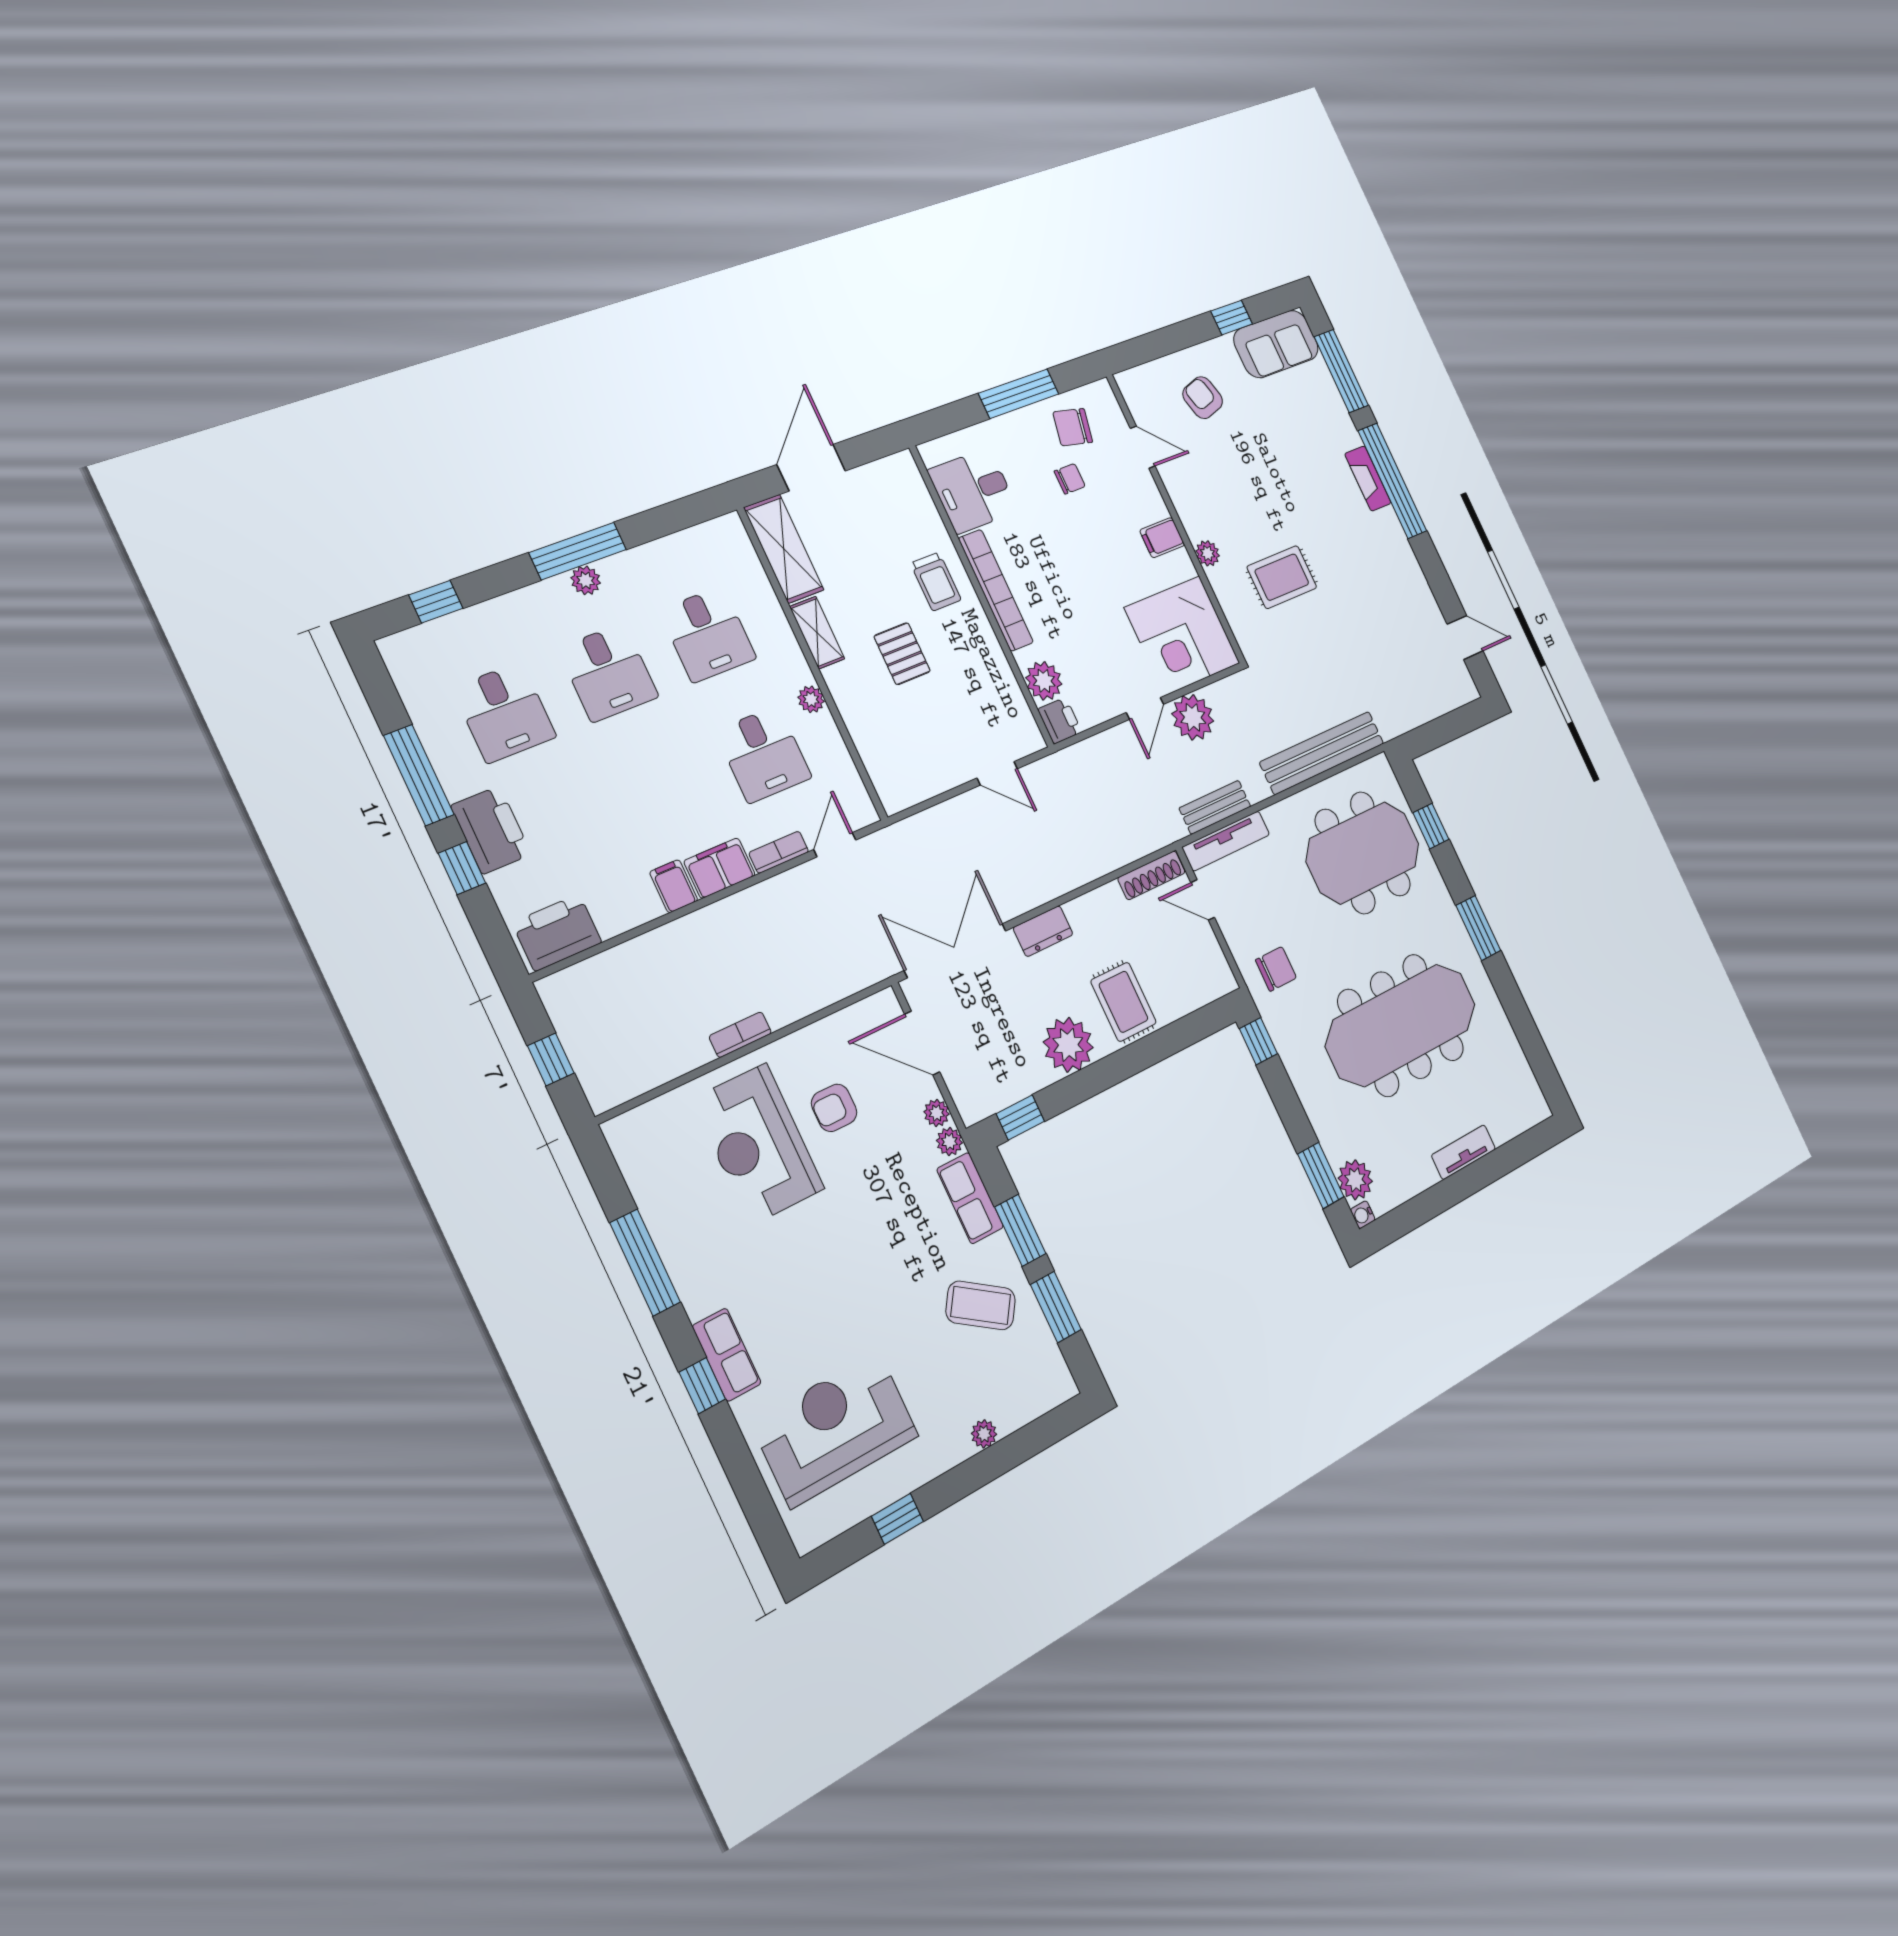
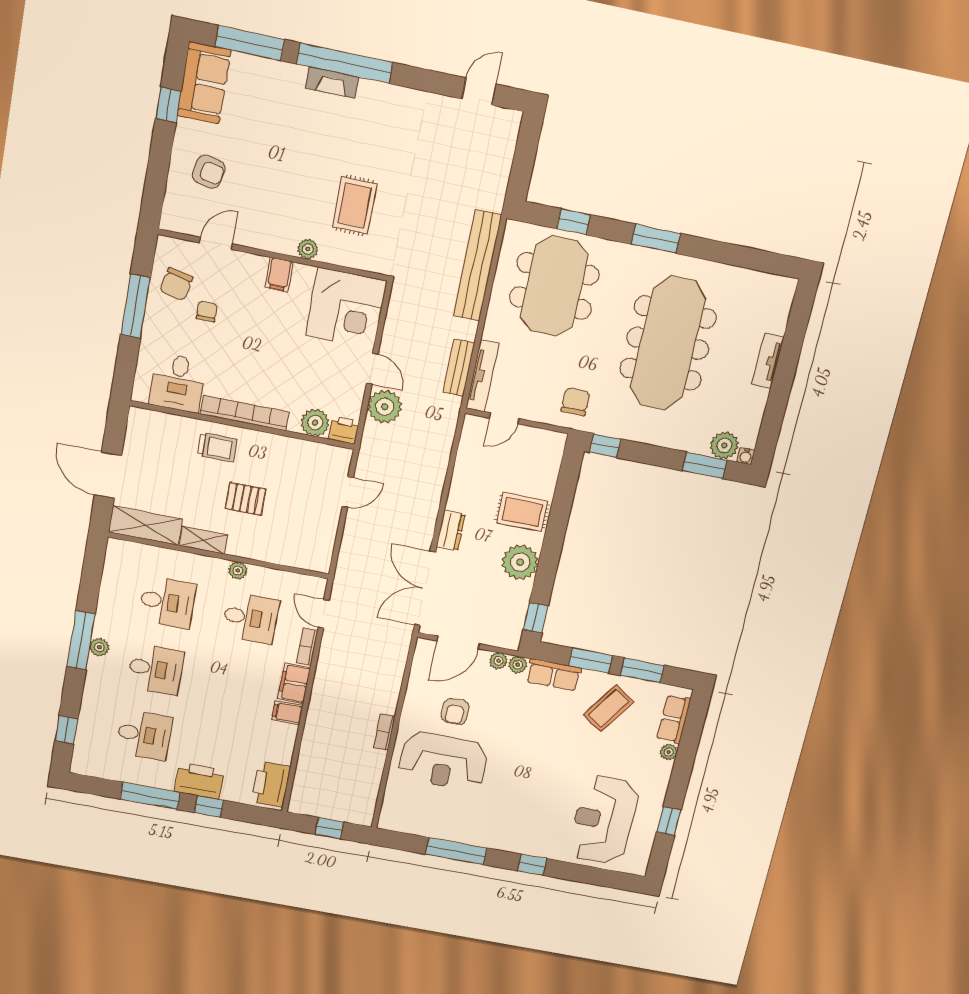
armchair: (1203, 398) -> (209, 172), turned -152
plant: (1193, 717) -> (385, 407), moved
shoe rack: (1151, 875) -> (468, 440), removed
row of seats: (727, 1355) -> (674, 719), moved, turned -90

